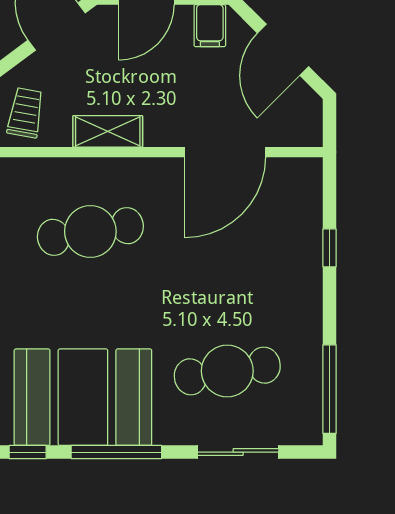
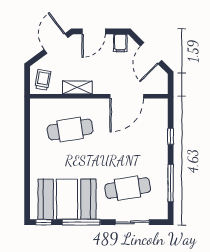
window: (330, 389) -> (171, 183), moved

